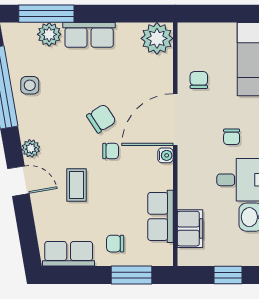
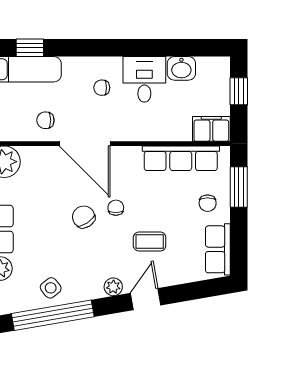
side table: (30, 85) -> (51, 288), turned -38
chair: (232, 137) -> (102, 88), turned 180
water cooler: (165, 155) -> (120, 153), removed
row of seats: (160, 216) -> (181, 158), width x1.48
filing cabinet: (190, 229) -> (211, 129), moved

